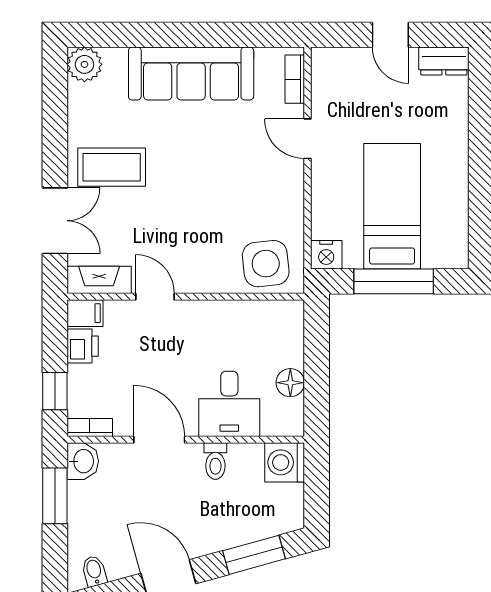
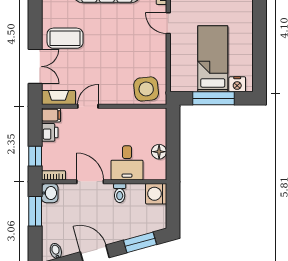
nightstand: (326, 255) -> (237, 84), moved
door: (155, 297) -> (88, 106), hinge flipped

